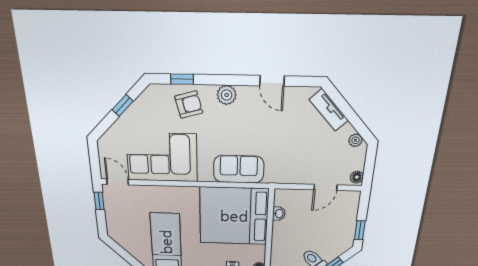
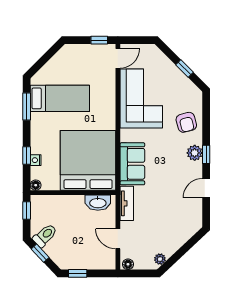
window: (182, 79) -> (206, 154), moved
tv unit: (329, 110) -> (127, 203), moved, turned 133
washbasin: (279, 214) -> (98, 203), width x1.91, depth x1.45

